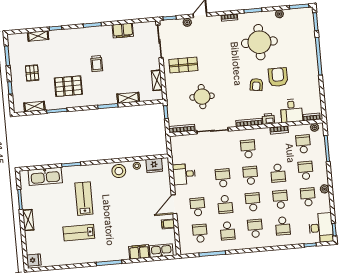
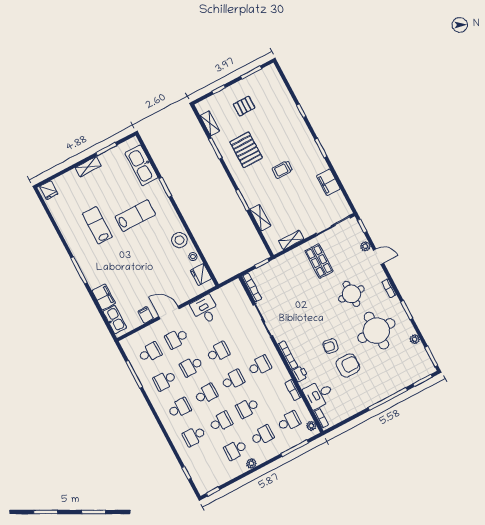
shelving: (38, 36) -> (285, 96), removed
round table: (202, 97) -> (351, 294), moved
school desk: (308, 197) -> (236, 450), turned 180
school desk: (198, 207) -> (177, 338), turned 180
desk: (321, 228) -> (209, 477), removed

